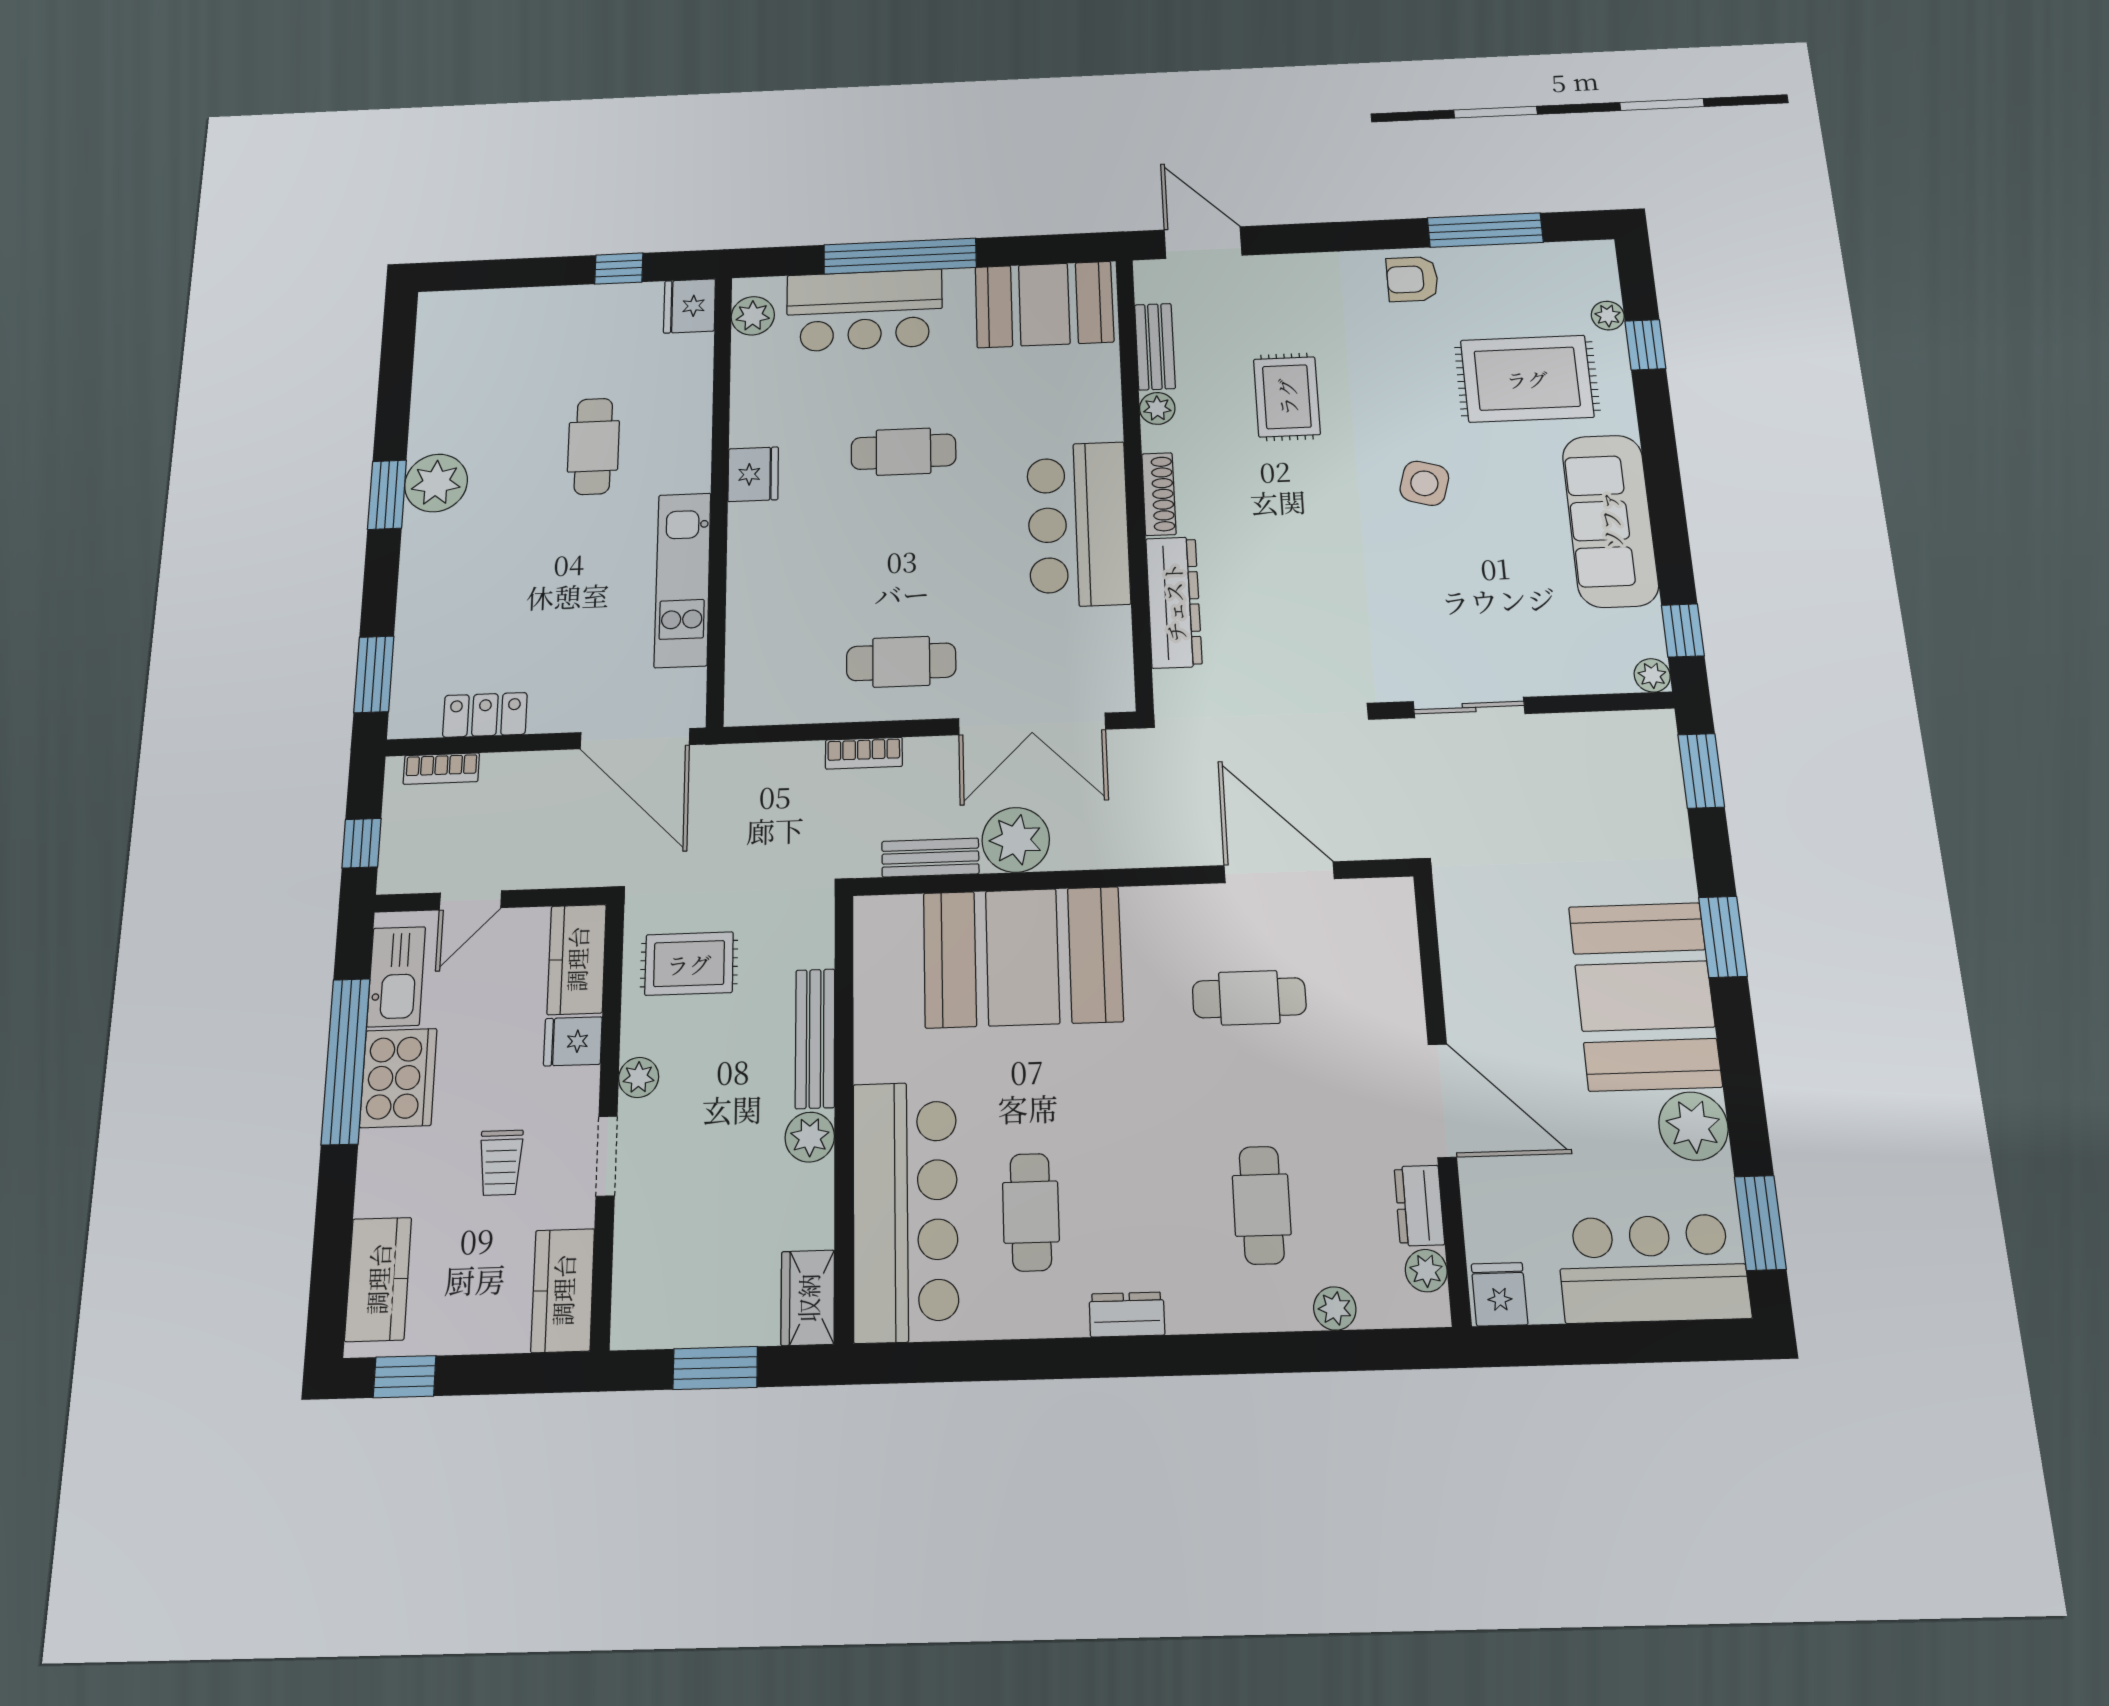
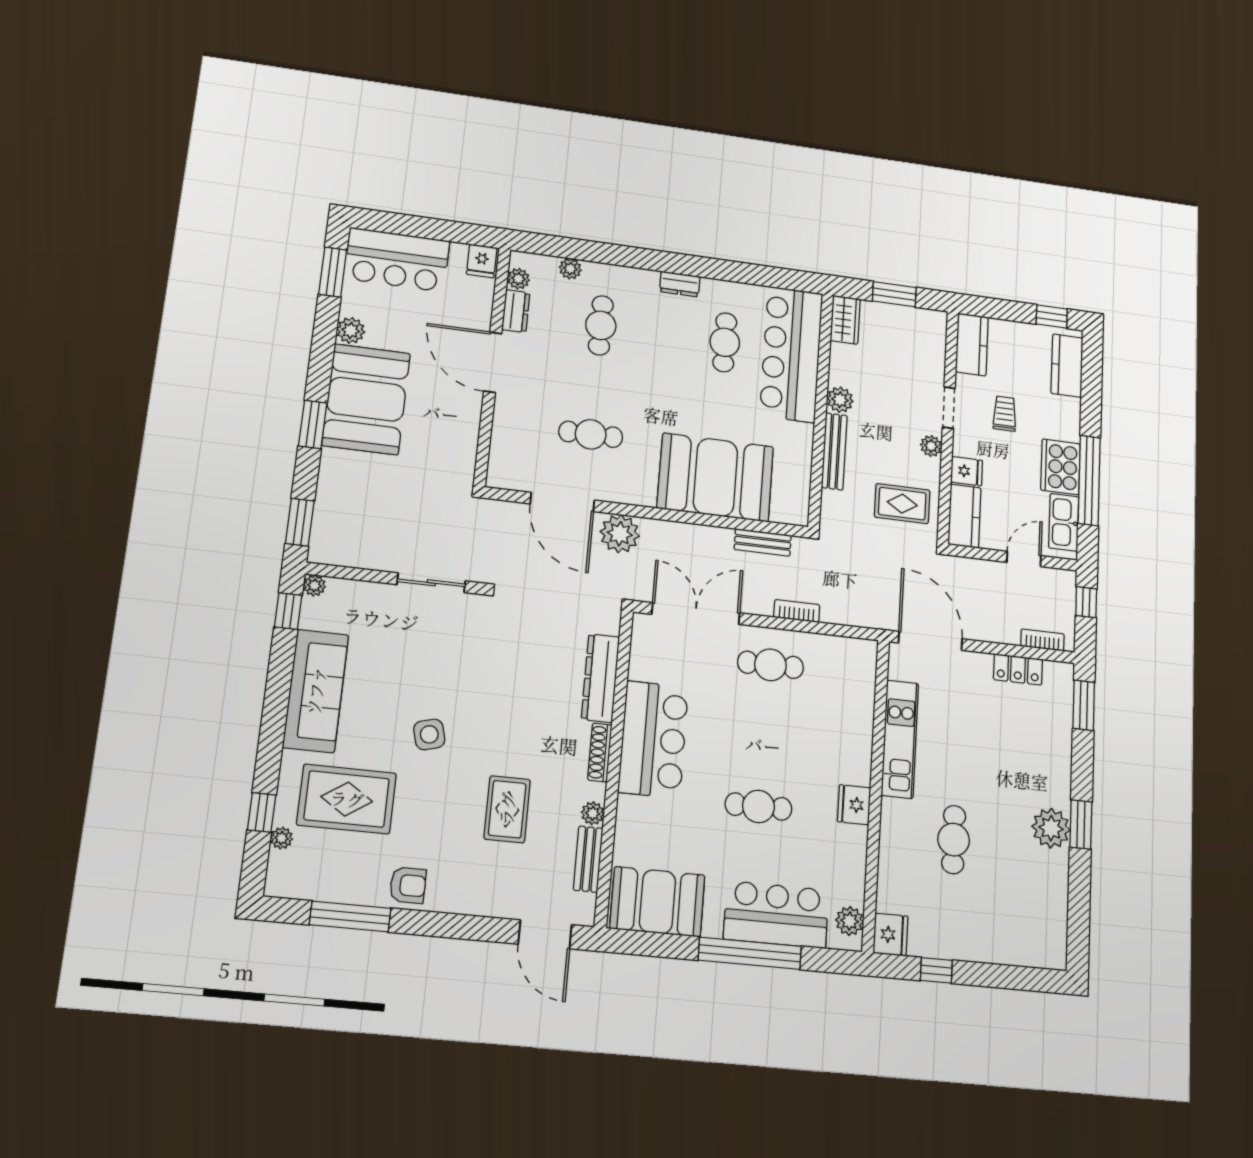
side table: (1424, 483) -> (429, 734), turned -31
plant: (1016, 840) -> (620, 534), moved
plant: (1693, 1126) -> (351, 330), width x0.73, depth x0.73

